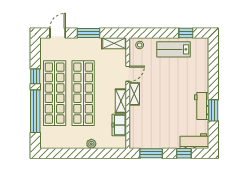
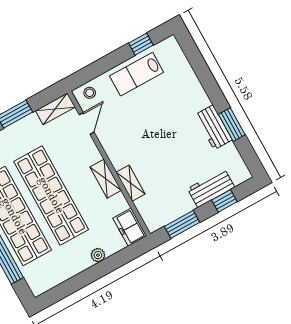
door: (128, 74) -> (87, 123), moved
shelving: (134, 94) -> (131, 183), moved
freezer: (119, 125) -> (130, 227), moved
workbench: (194, 141) -> (211, 188), moved

